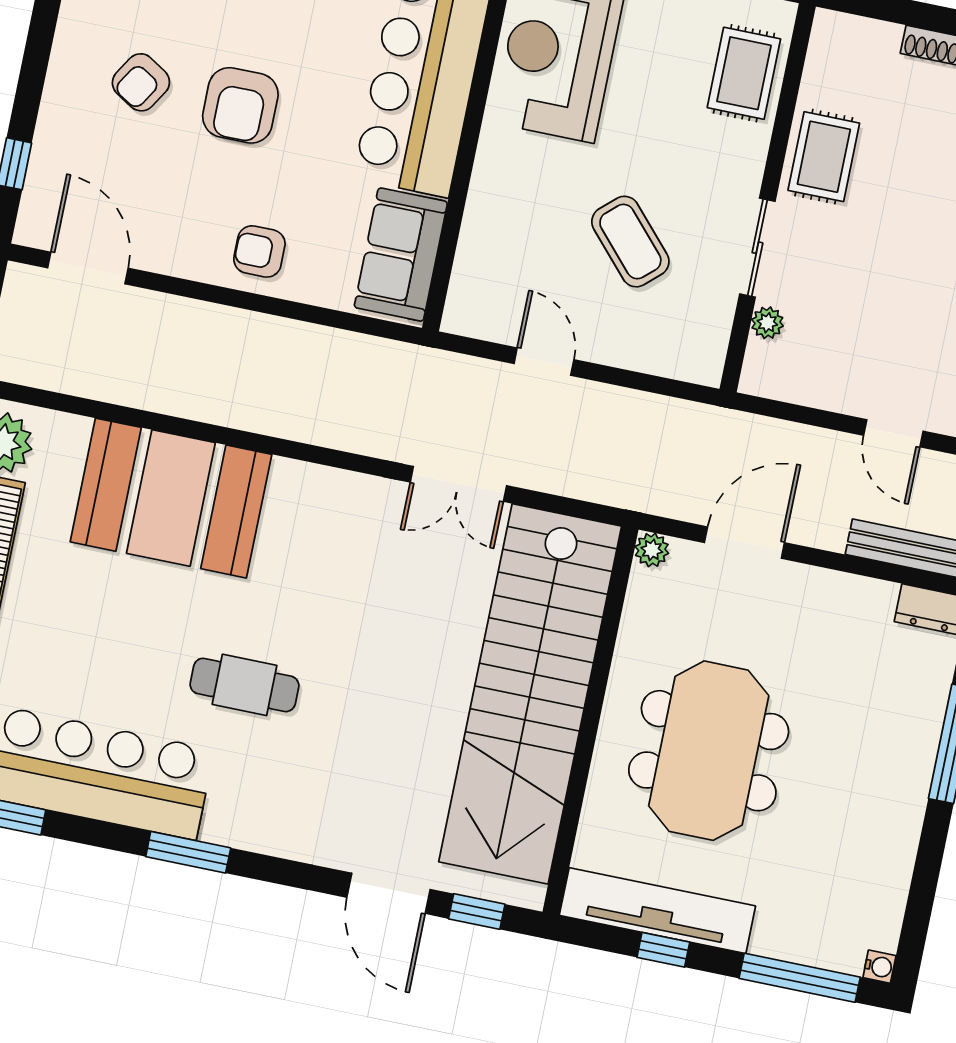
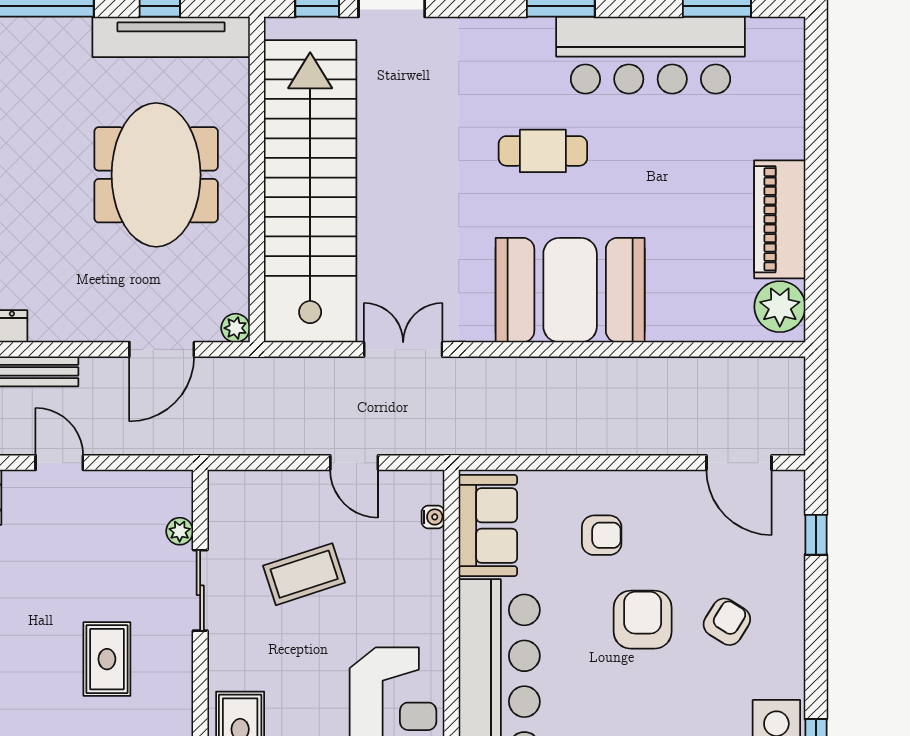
rug: (824, 157) -> (107, 659), moved
coffee table: (630, 242) -> (304, 574), turned -66
armchair: (259, 251) -> (602, 535), moved
water cooler: (464, 278) -> (433, 517), added
booth: (171, 498) -> (570, 290), moved

